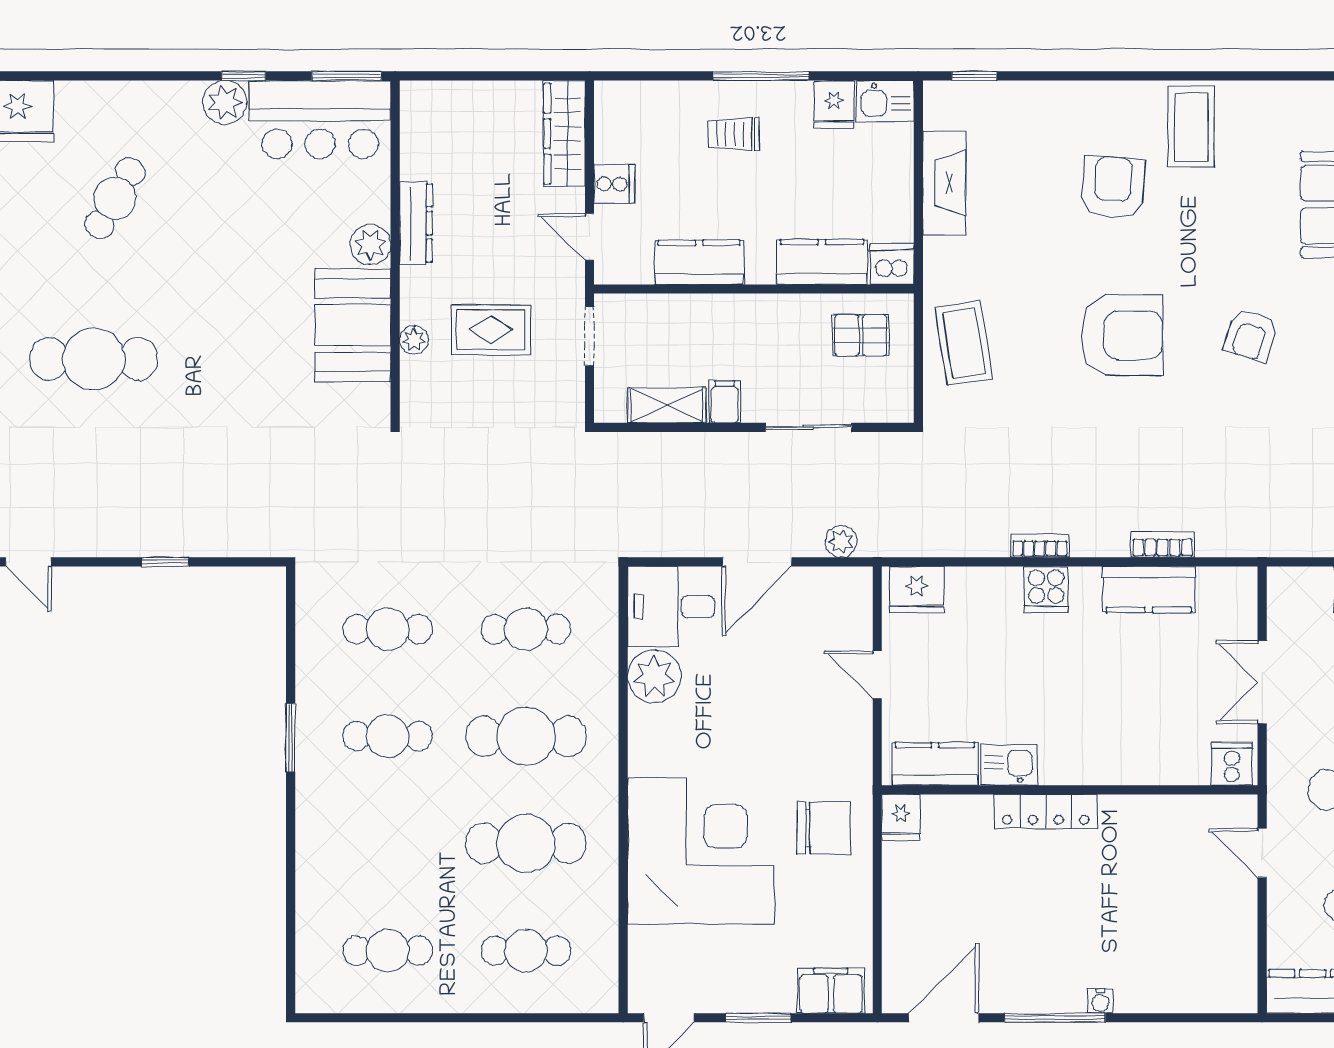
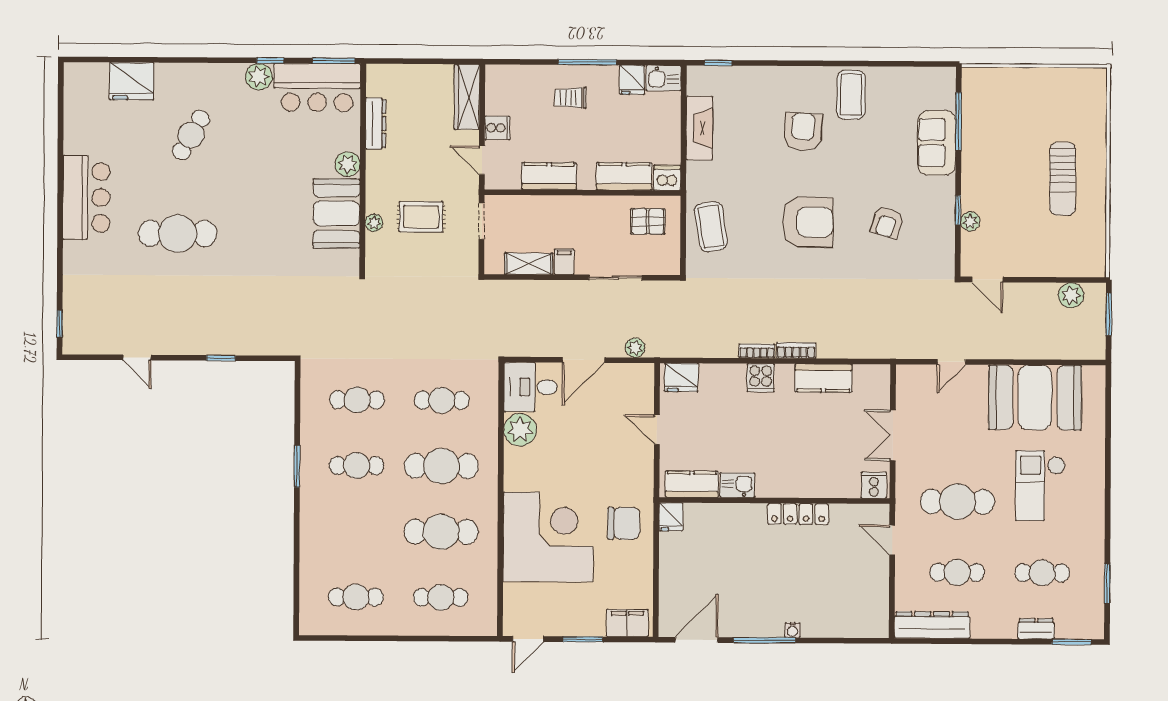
dresser: (416, 223) -> (376, 123), moved
bookcase: (1163, 545) -> (796, 350), moved
locker: (1046, 811) -> (798, 514), moved

